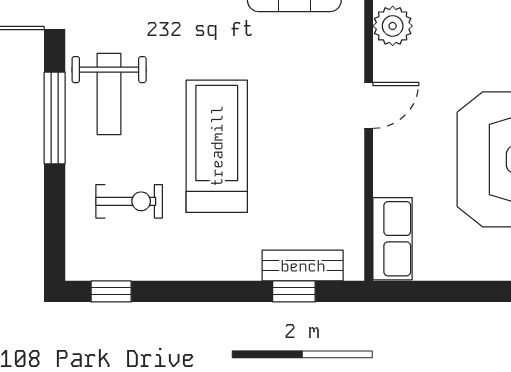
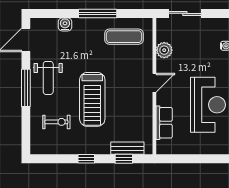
treadmill: (217, 146) -> (92, 99), turned 180
row of seats: (392, 239) -> (164, 123), moved
window: (111, 291) -> (86, 159), moved

